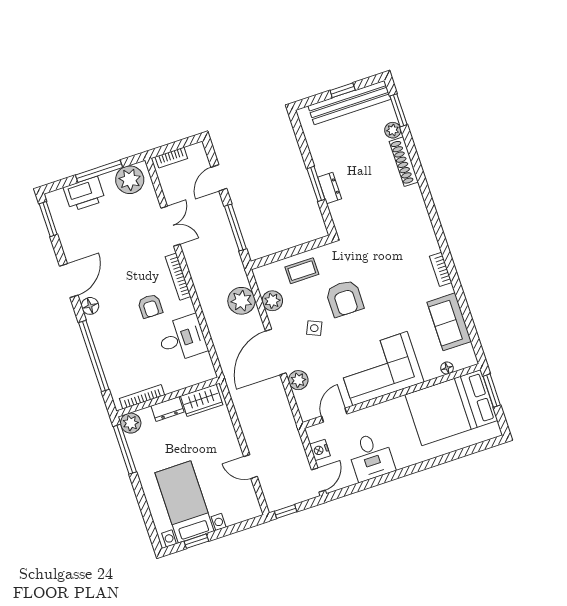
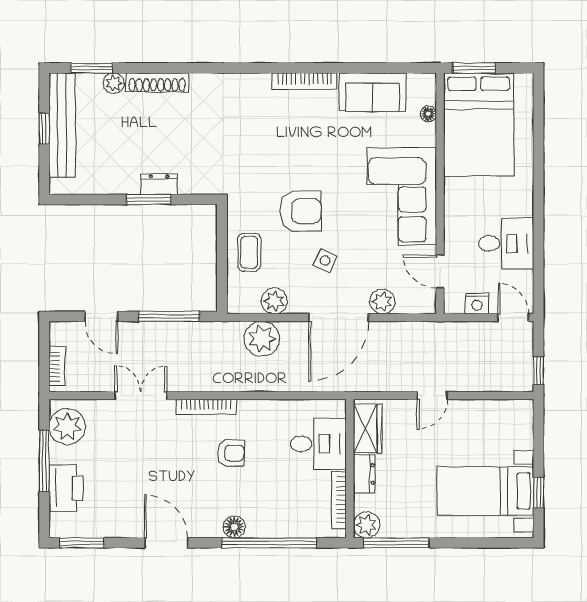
bookcase: (441, 269) -> (304, 81), width x1.56
floor lamp: (90, 306) -> (234, 527), moved
desk: (182, 338) -> (318, 444), moved, turned 90
door: (276, 352) -> (339, 318), hinge flipped
door: (250, 467) -> (432, 396), moved

